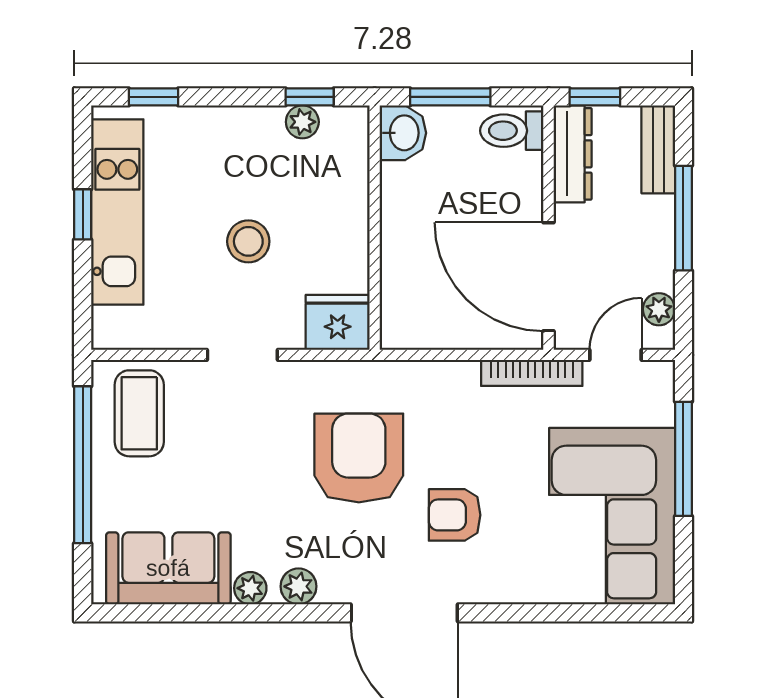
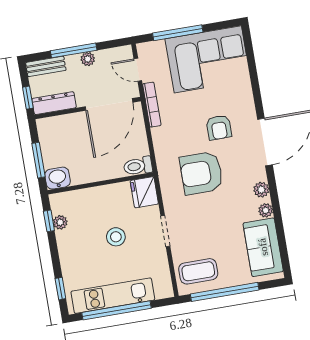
toilet: (512, 131) -> (138, 166), moved, turned 90
window: (83, 214) -> (116, 310), width x3.17
plant: (659, 309) -> (88, 59), moved

